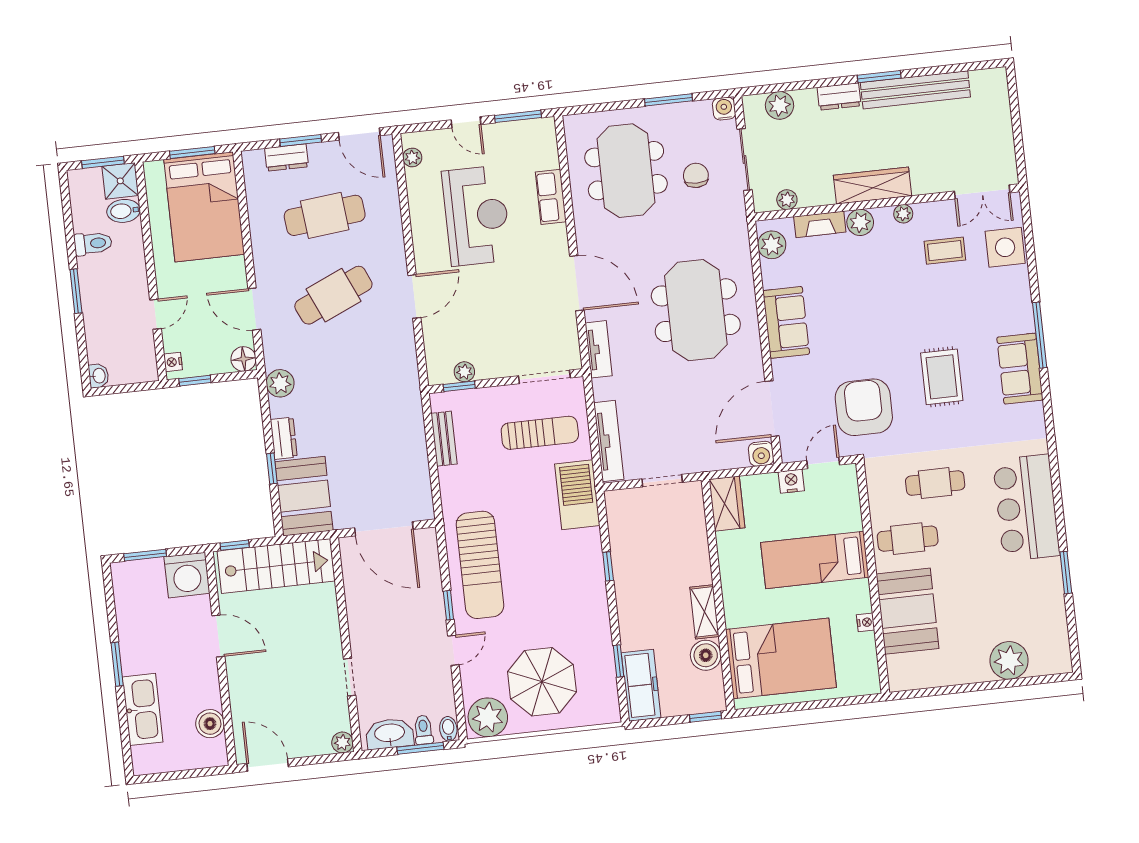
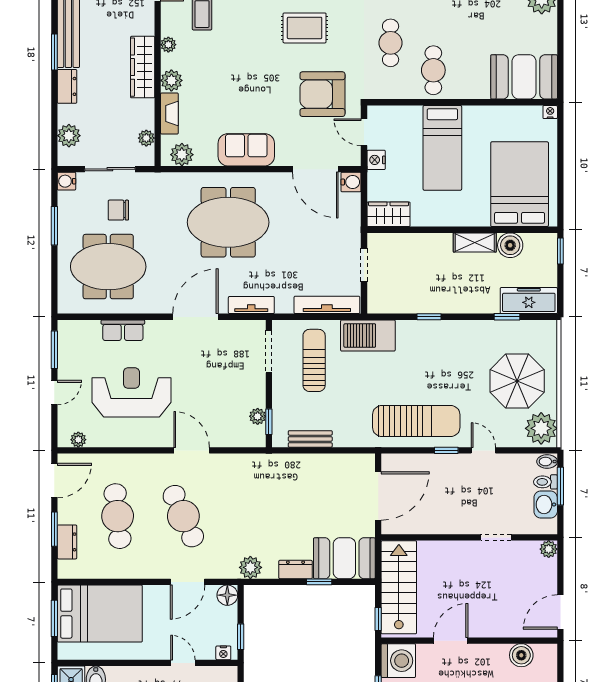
booth: (907, 611) -> (524, 77), moved
nightstand: (866, 622) -> (550, 112), moved
washbasin: (390, 734) -> (546, 505), width x0.72

